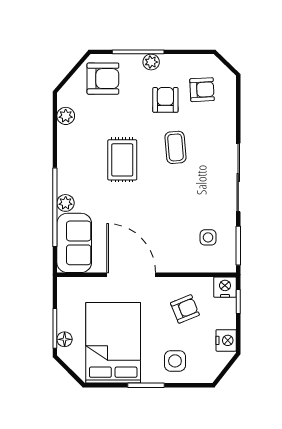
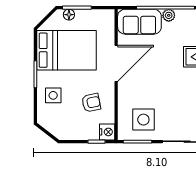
side table: (208, 237) -> (143, 120), width x1.87, depth x1.87
armchair: (185, 309) -> (91, 103), turned -80
nightstand: (226, 340) -> (68, 133), removed

